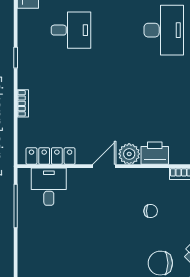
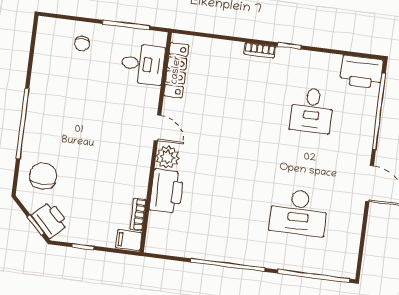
bookcase: (23, 103) -> (260, 50), moved
printer: (155, 153) -> (167, 191), width x1.37, depth x1.19
chair: (151, 211) -> (82, 44), moved

